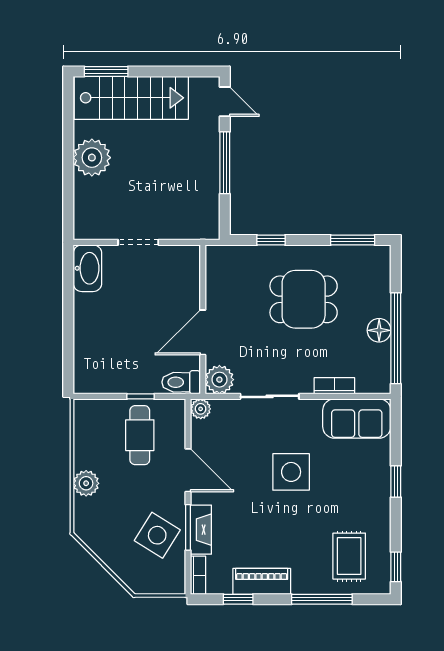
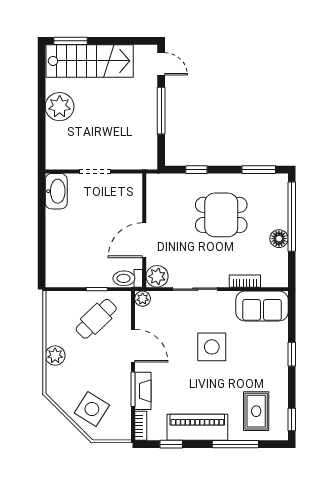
window: (396, 338) -> (292, 217), moved
cafe table: (140, 435) -> (96, 319), turned 46
side table: (157, 535) -> (92, 409), moved
piano: (262, 581) -> (197, 427), width x1.37, depth x1.33

